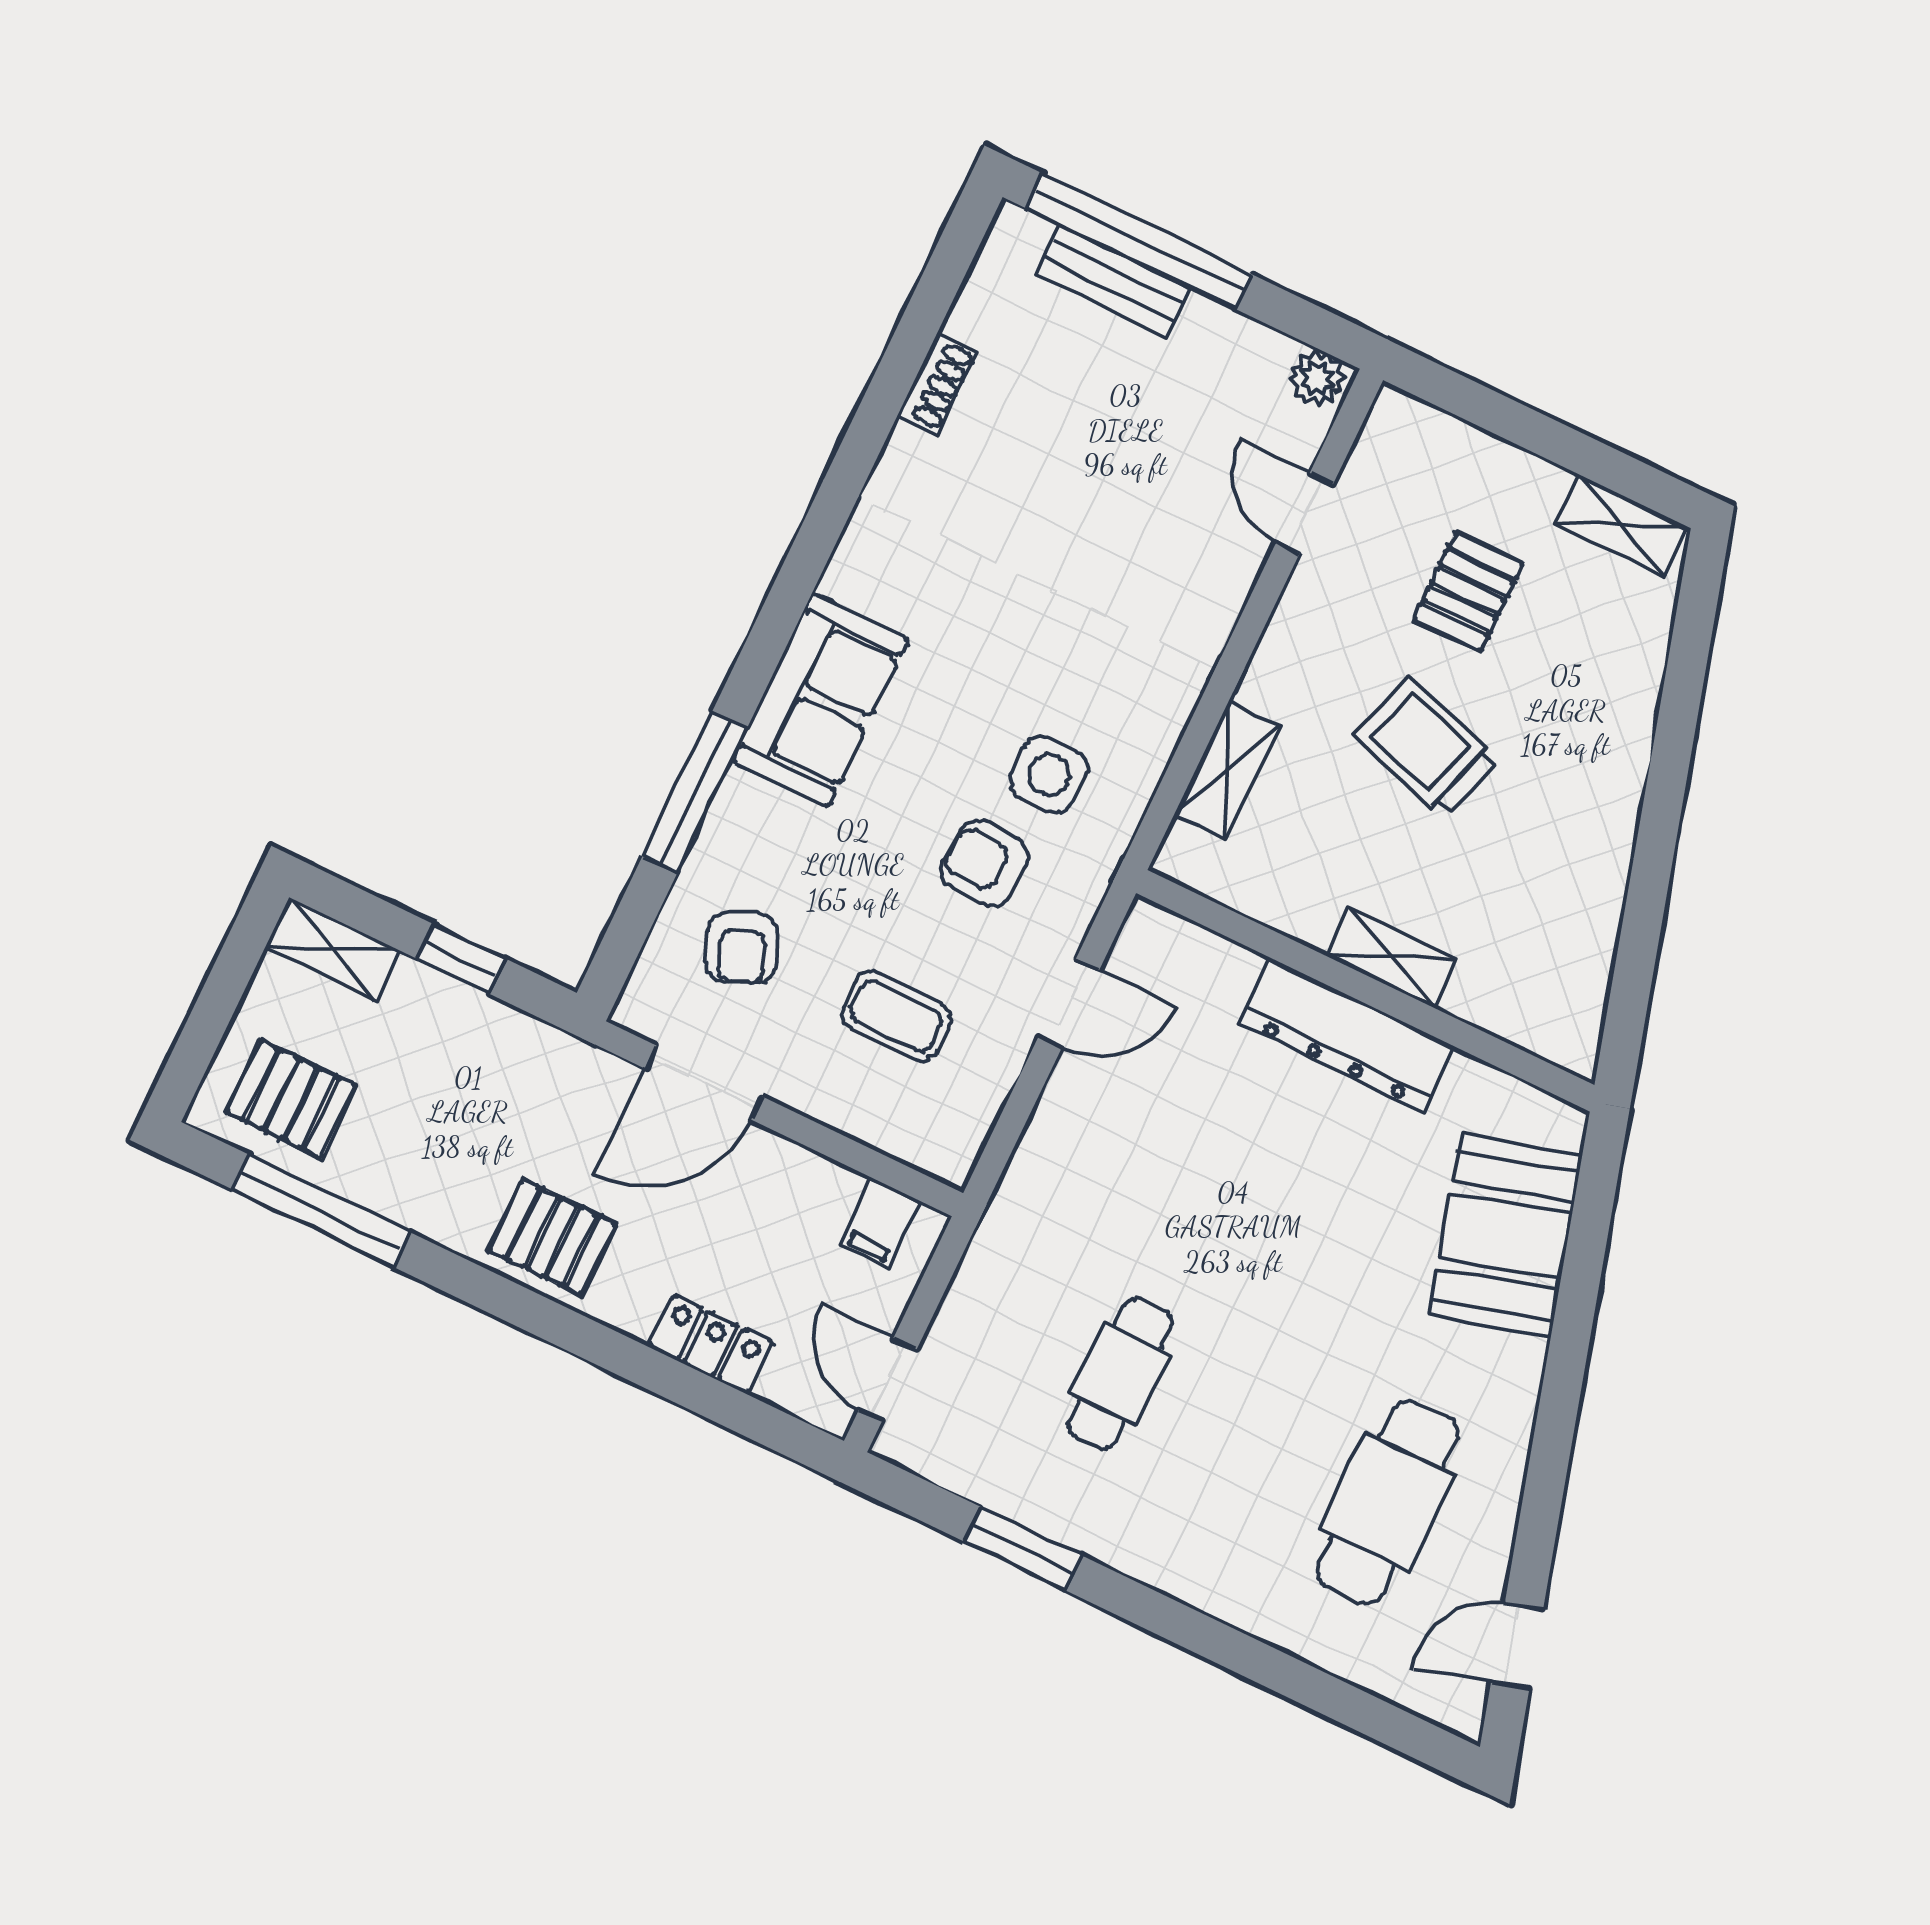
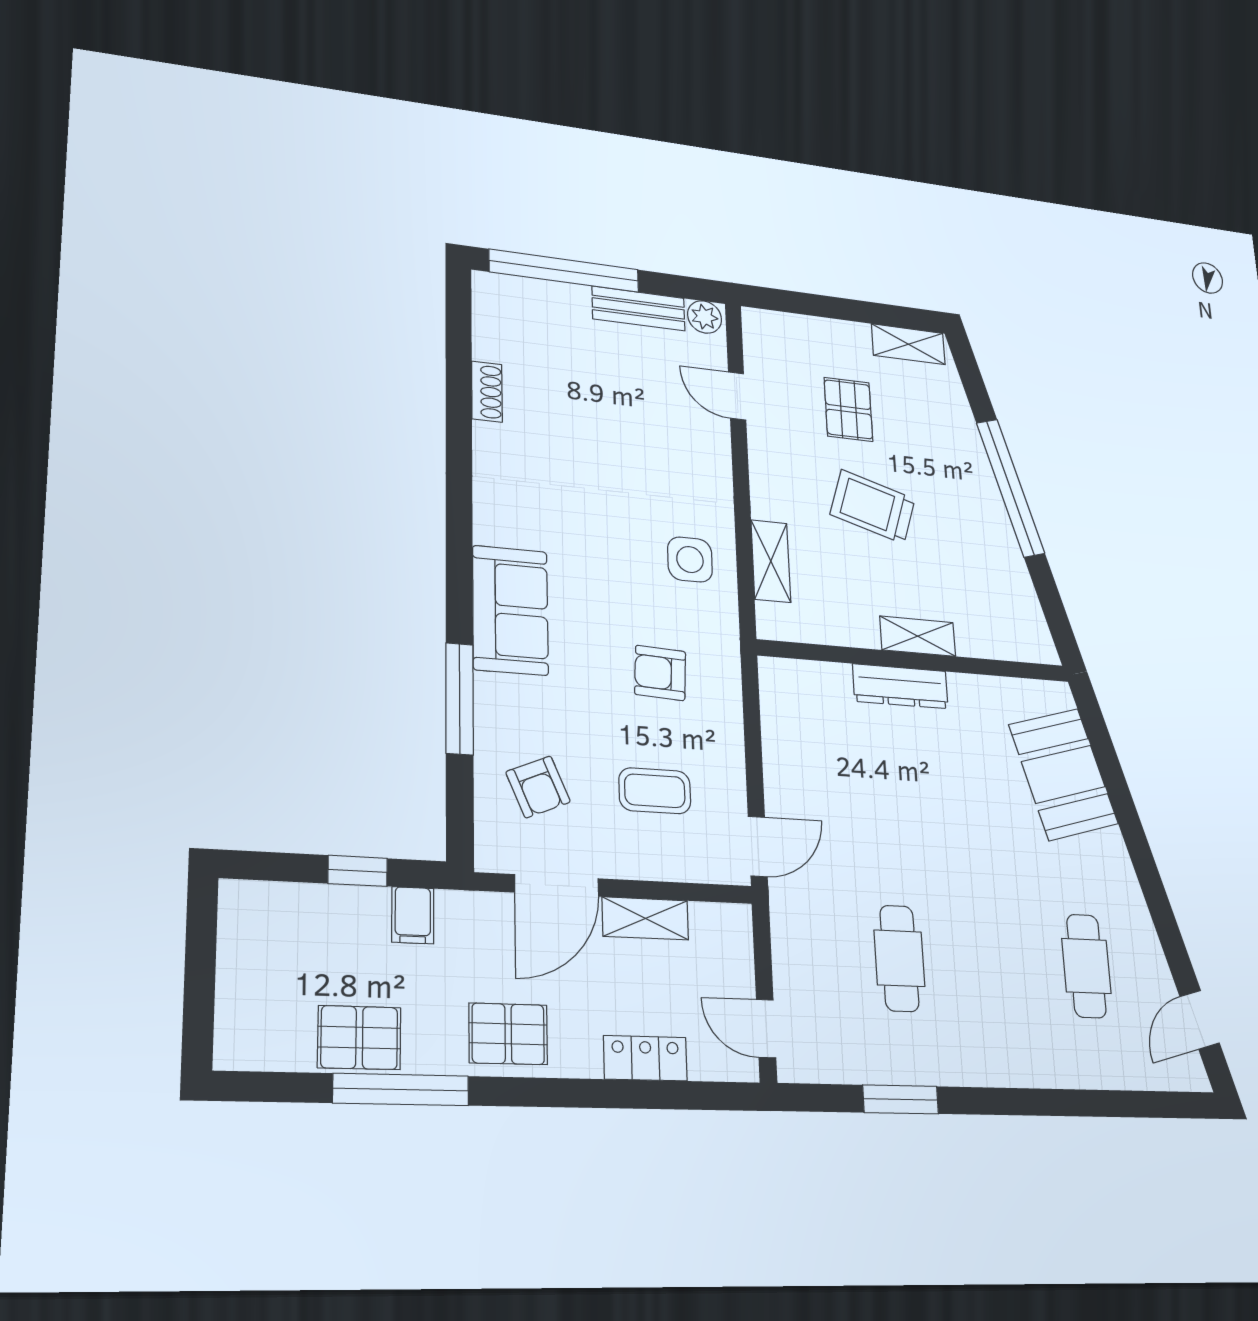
bench: (1114, 281) -> (639, 308), moved
side table: (1049, 775) -> (690, 560), moved
window: (1664, 798) -> (1010, 488), added
shelving: (333, 949) -> (645, 918), moved
door: (1069, 1003) -> (758, 847), moved
dresser: (1347, 1035) -> (900, 686), width x0.73, depth x0.80
pallet: (291, 1099) -> (359, 1038), moved
window: (321, 1211) -> (401, 1090), moved
filing cabinet: (880, 1223) -> (413, 915), moved
cafe table: (1387, 1502) -> (1086, 966), width x0.73, depth x0.74

